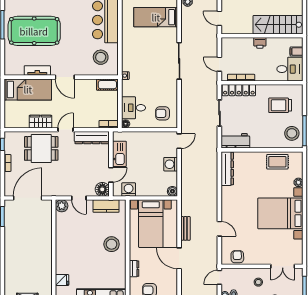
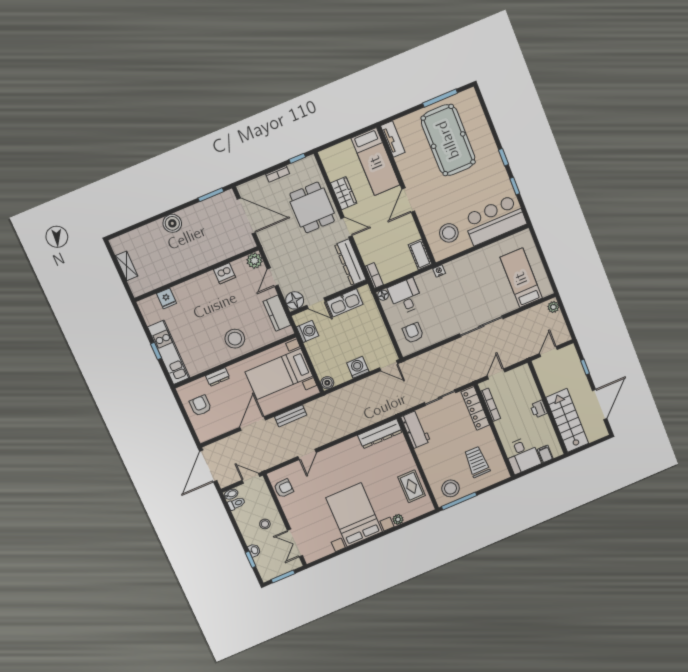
tv unit: (37, 70) -> (393, 139), moved
dishwasher: (62, 231) -> (225, 273), added
boiler: (11, 252) -> (172, 223), added

